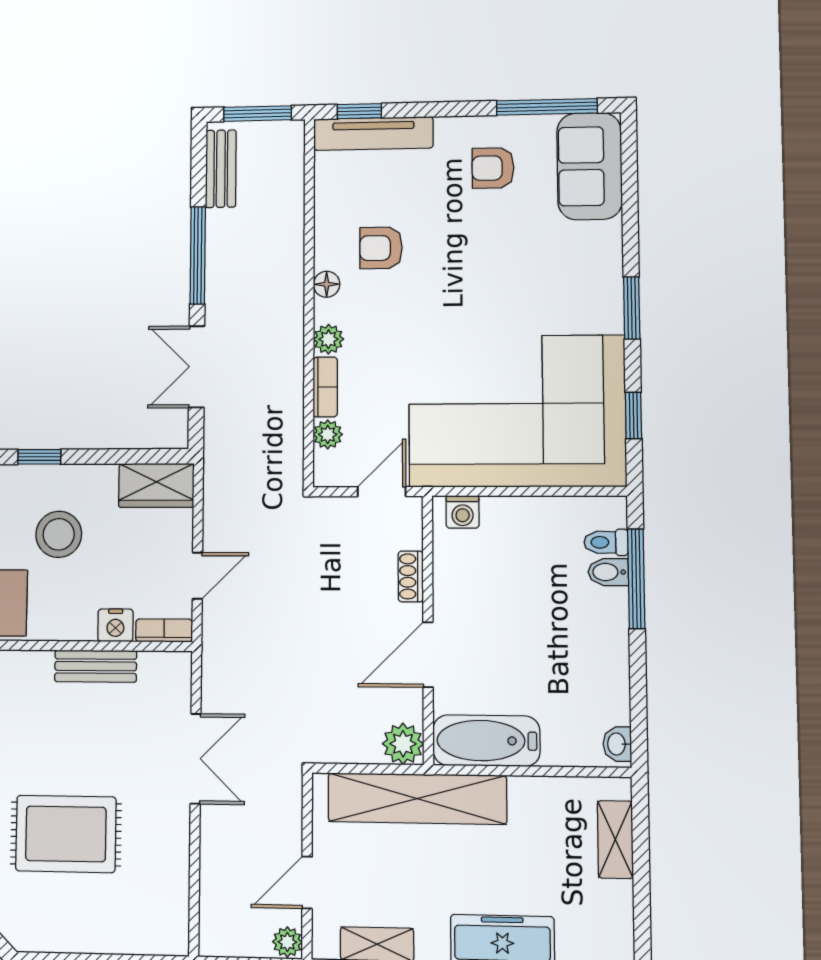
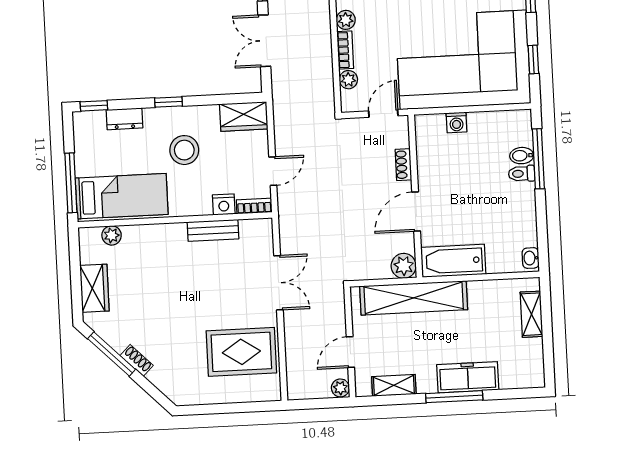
washing machine: (463, 512) -> (456, 122), moved
toilet: (606, 542) -> (522, 174), moved
rug: (66, 834) -> (241, 352), moved

